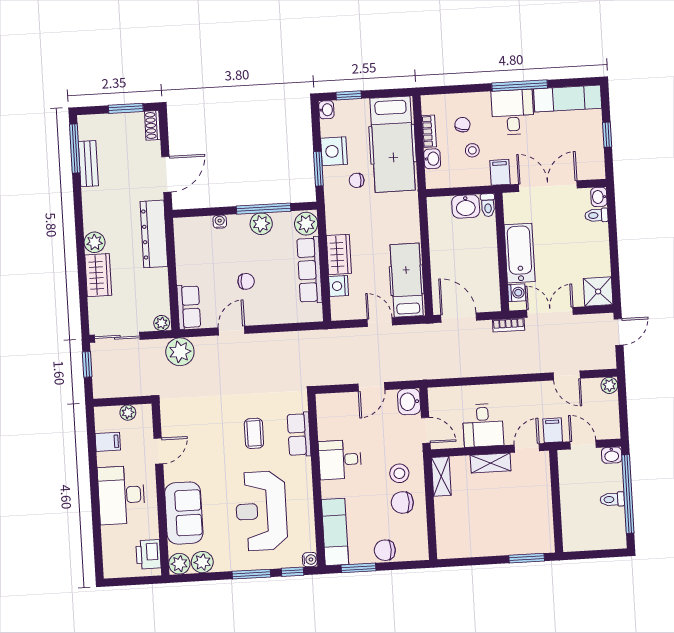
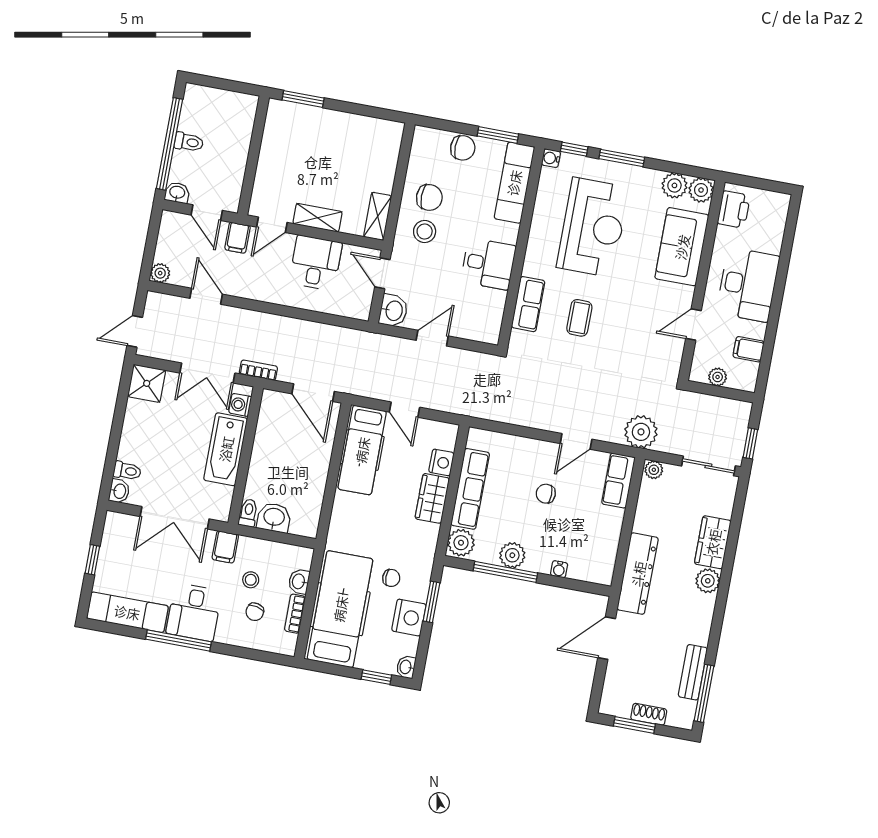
shoe rack: (152, 125) -> (649, 714), moved, turned -90

